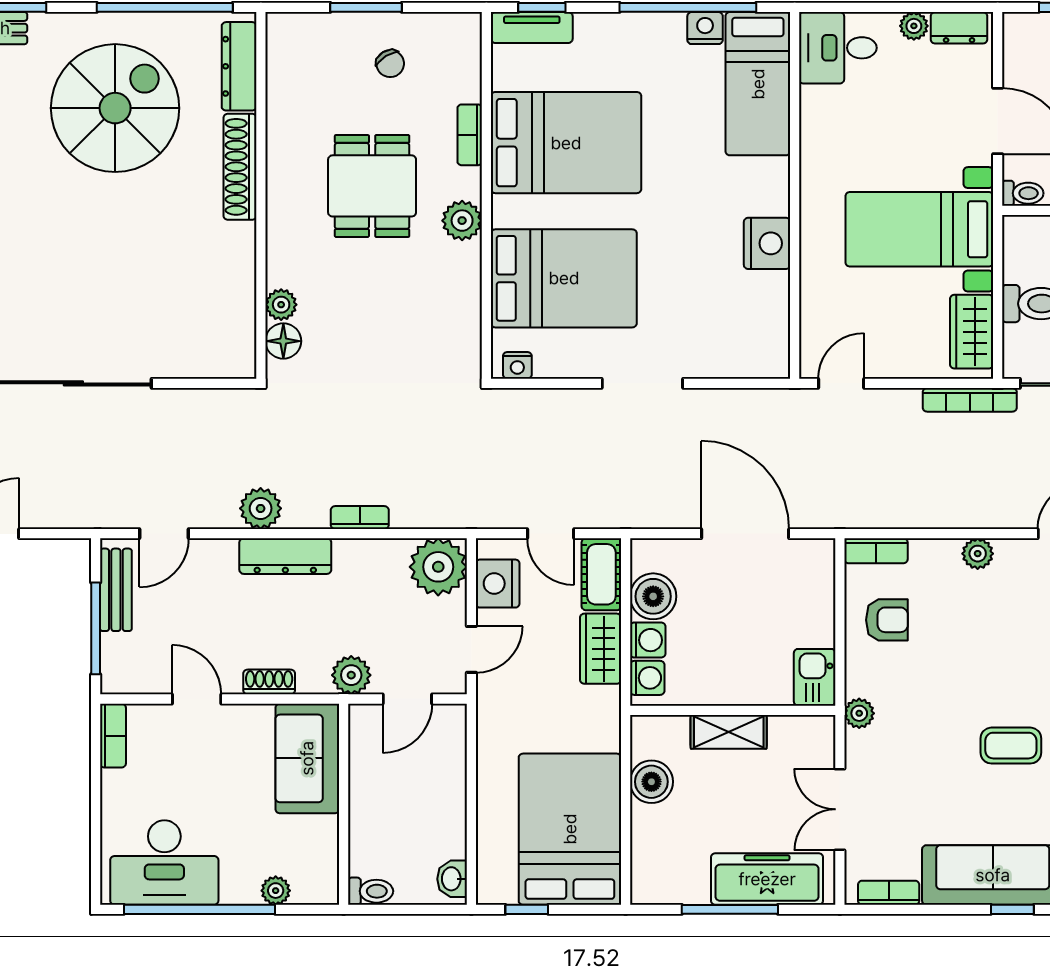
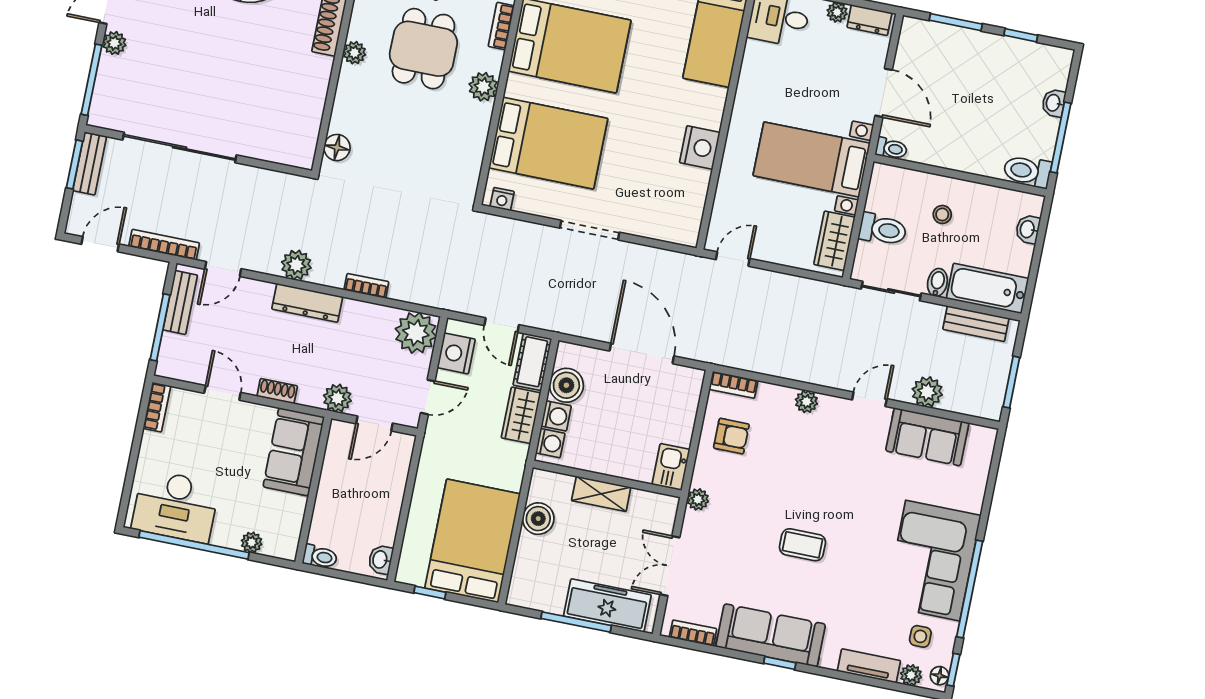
plant: (281, 305) -> (354, 53), moved
bookcase: (970, 400) -> (164, 245), moved, turned 180

